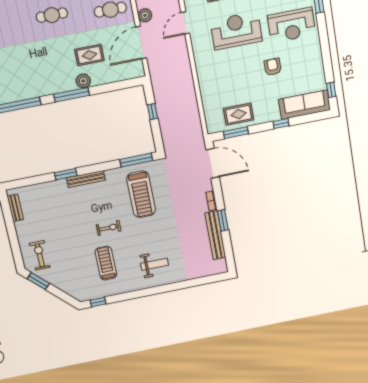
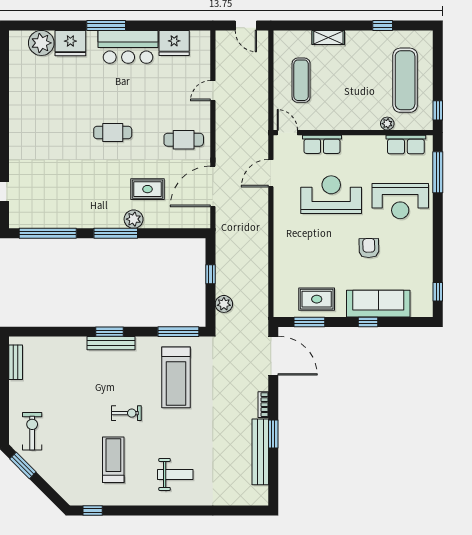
plant: (145, 15) -> (224, 304), moved
sofa: (304, 105) -> (378, 304), moved
window: (66, 174) -> (110, 332), moved

